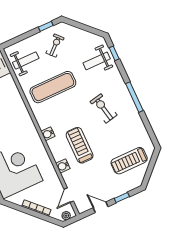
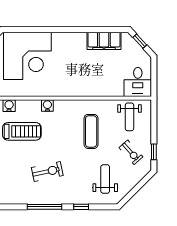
window: (114, 53) -> (81, 207), moved
weight bench: (97, 61) -> (105, 179), moved
exercise mat: (53, 87) -> (91, 131), width x0.73, depth x0.69

